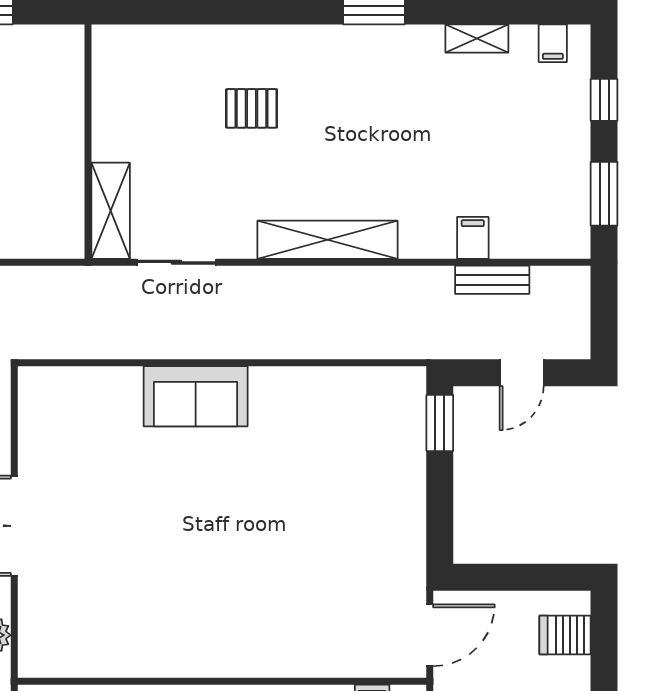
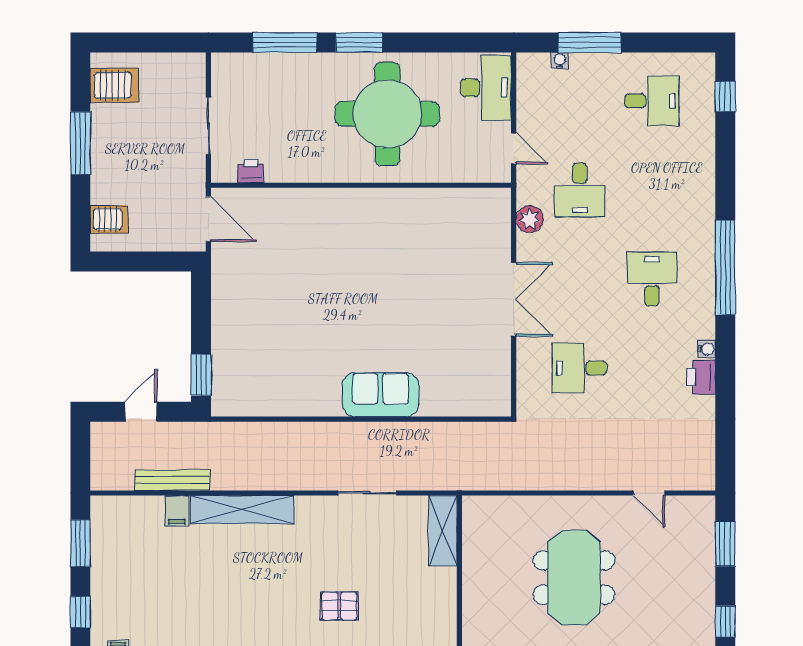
shelving: (327, 240) -> (242, 509), moved
sliding door: (176, 262) -> (367, 493), moved
bench: (492, 280) -> (172, 480), width x1.36
door: (430, 635) -> (208, 219), swing flipped

